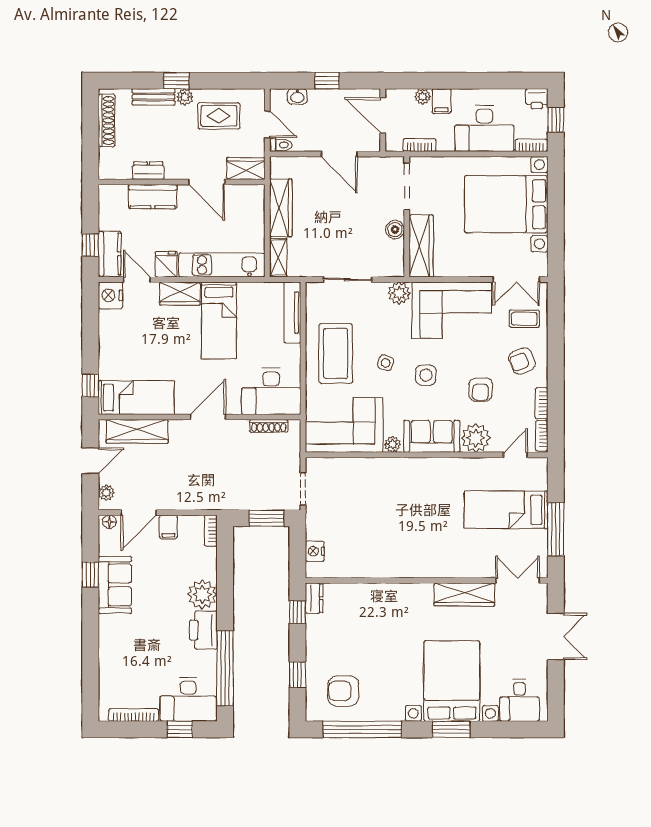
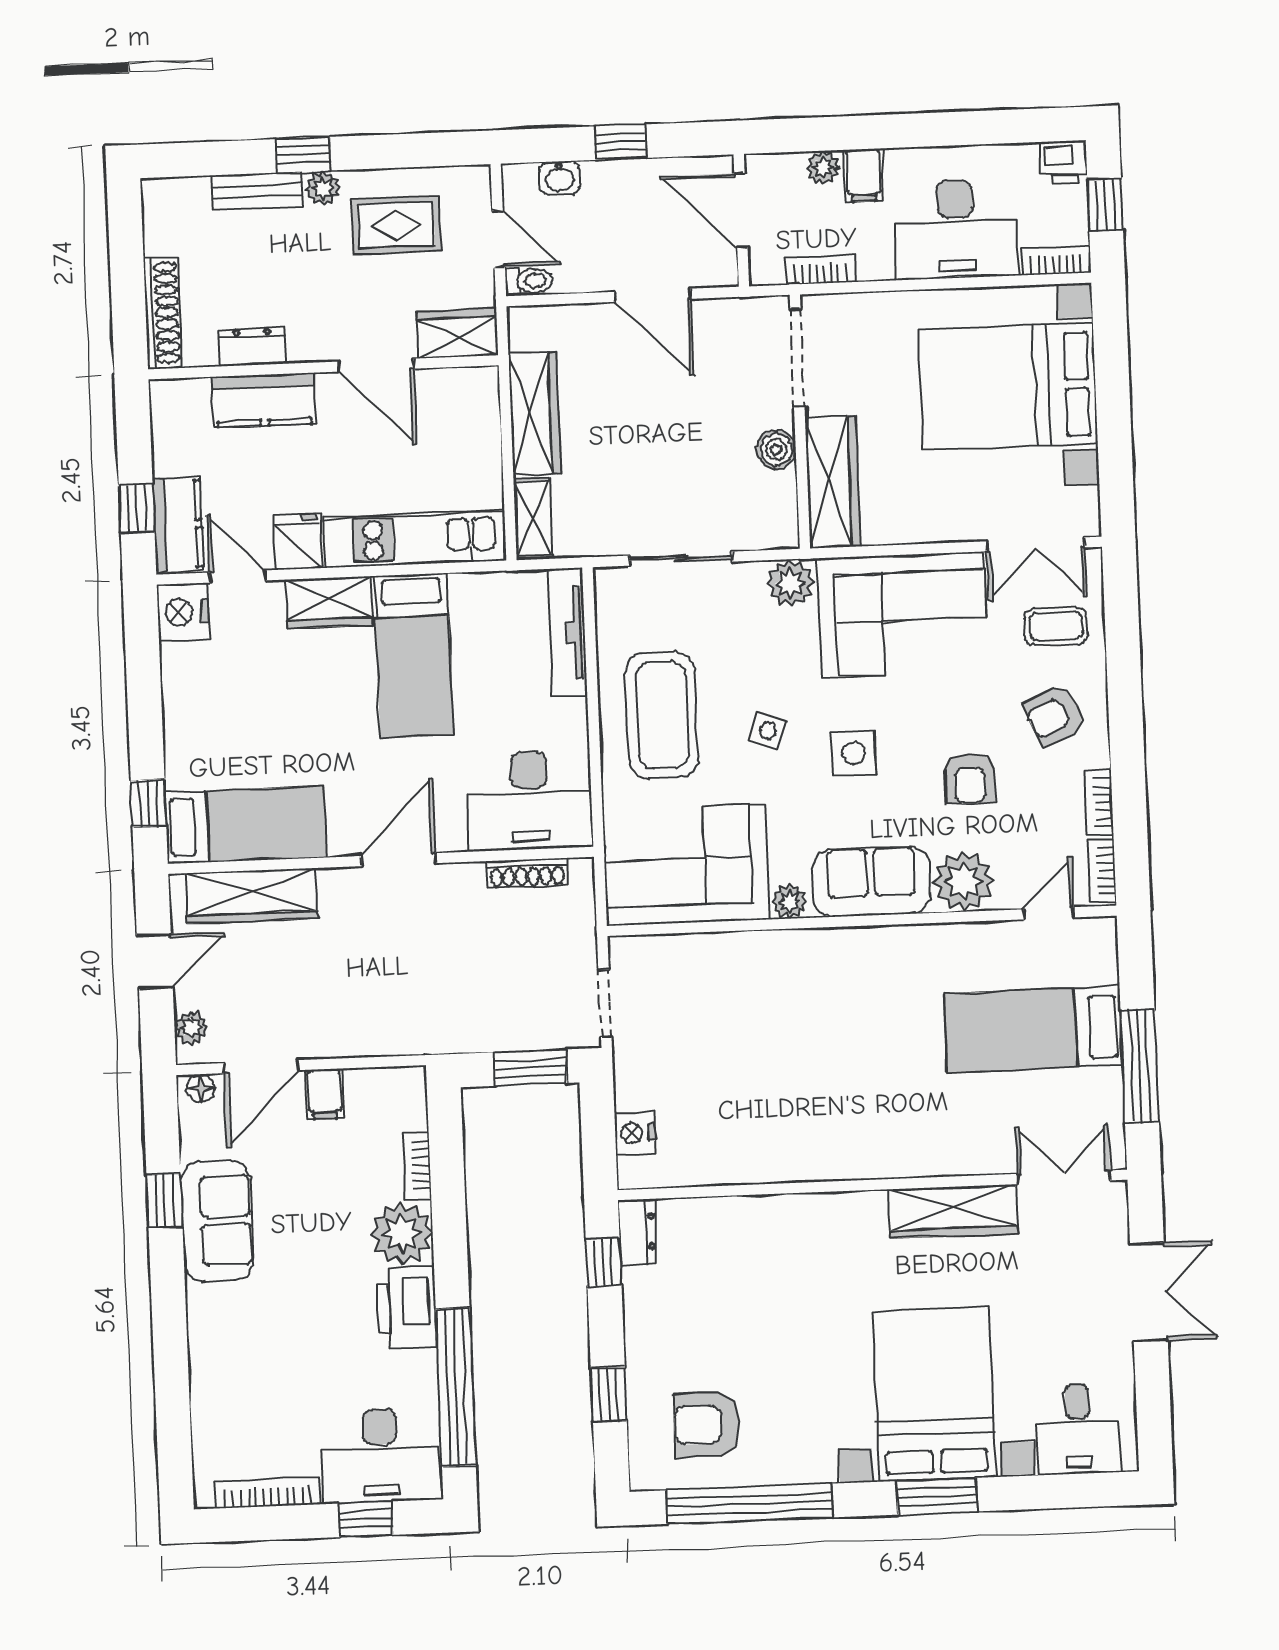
shoe rack: (106, 120) -> (163, 313), moved
bookcase: (211, 531) -> (417, 1165), moved

